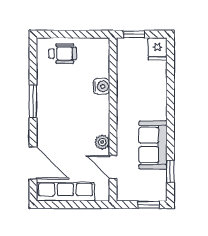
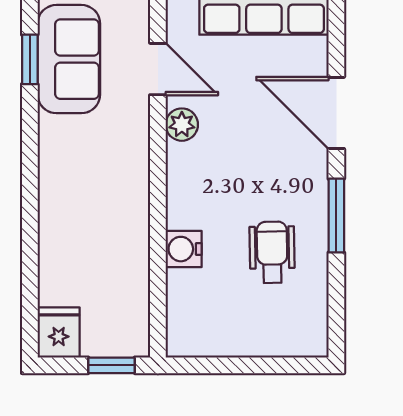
wheelchair: (63, 54) -> (272, 252), moved, turned 89
sofa: (153, 145) -> (69, 59), moved
door: (33, 163) -> (336, 113), moved

